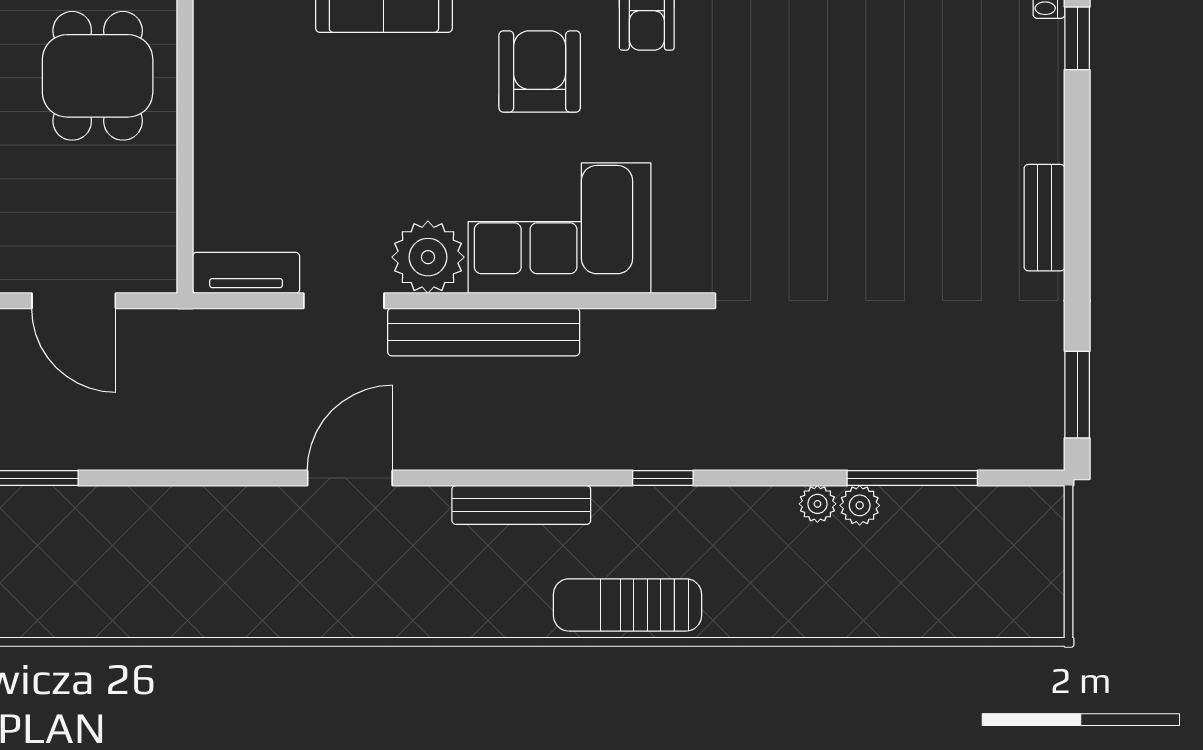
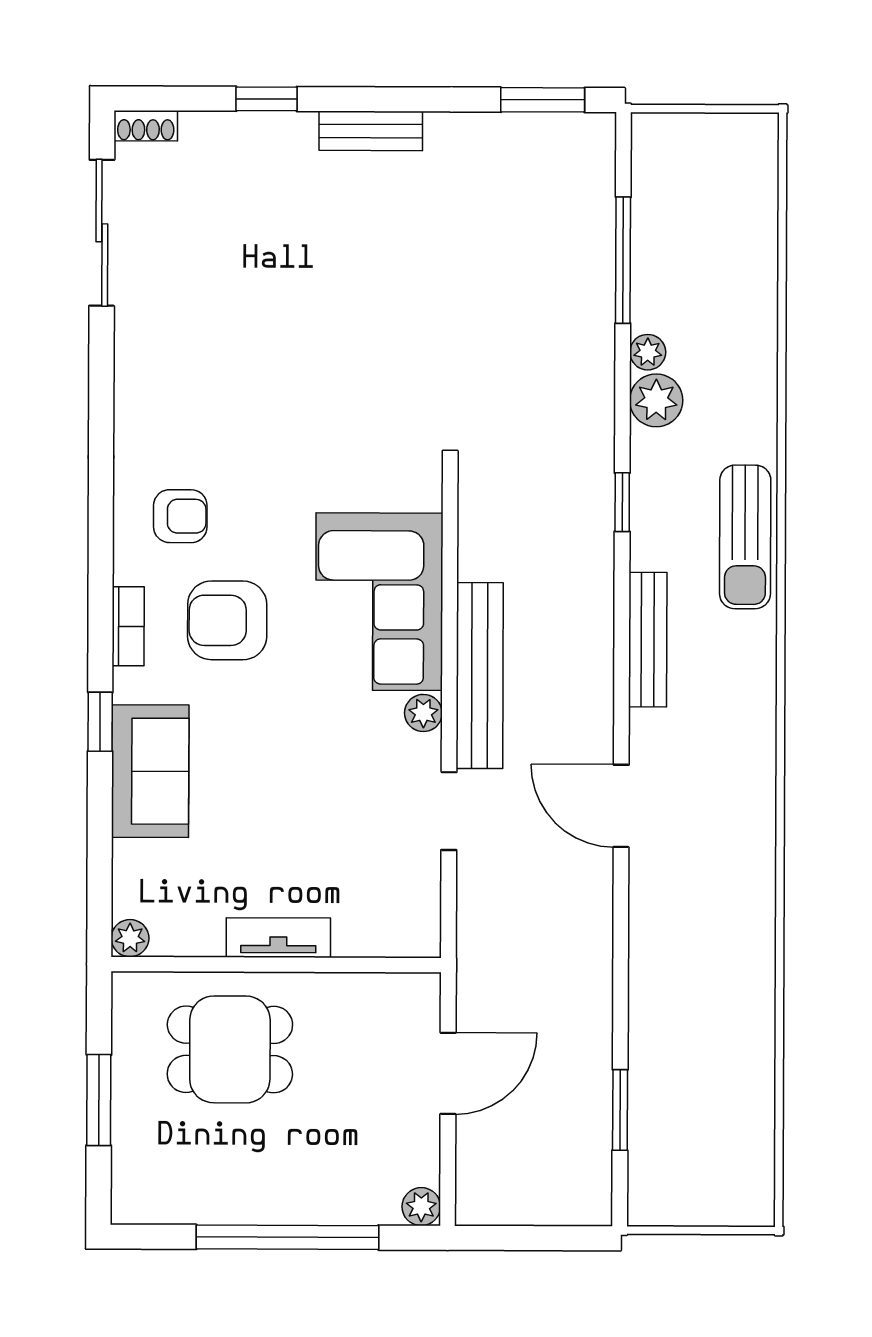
window: (1077, 38) -> (267, 99), moved
plant: (428, 257) -> (423, 713), width x0.53, depth x0.53
tv unit: (246, 273) -> (278, 938), moved, turned 90
plant: (860, 505) -> (656, 400), moved, width x1.38, depth x1.38

